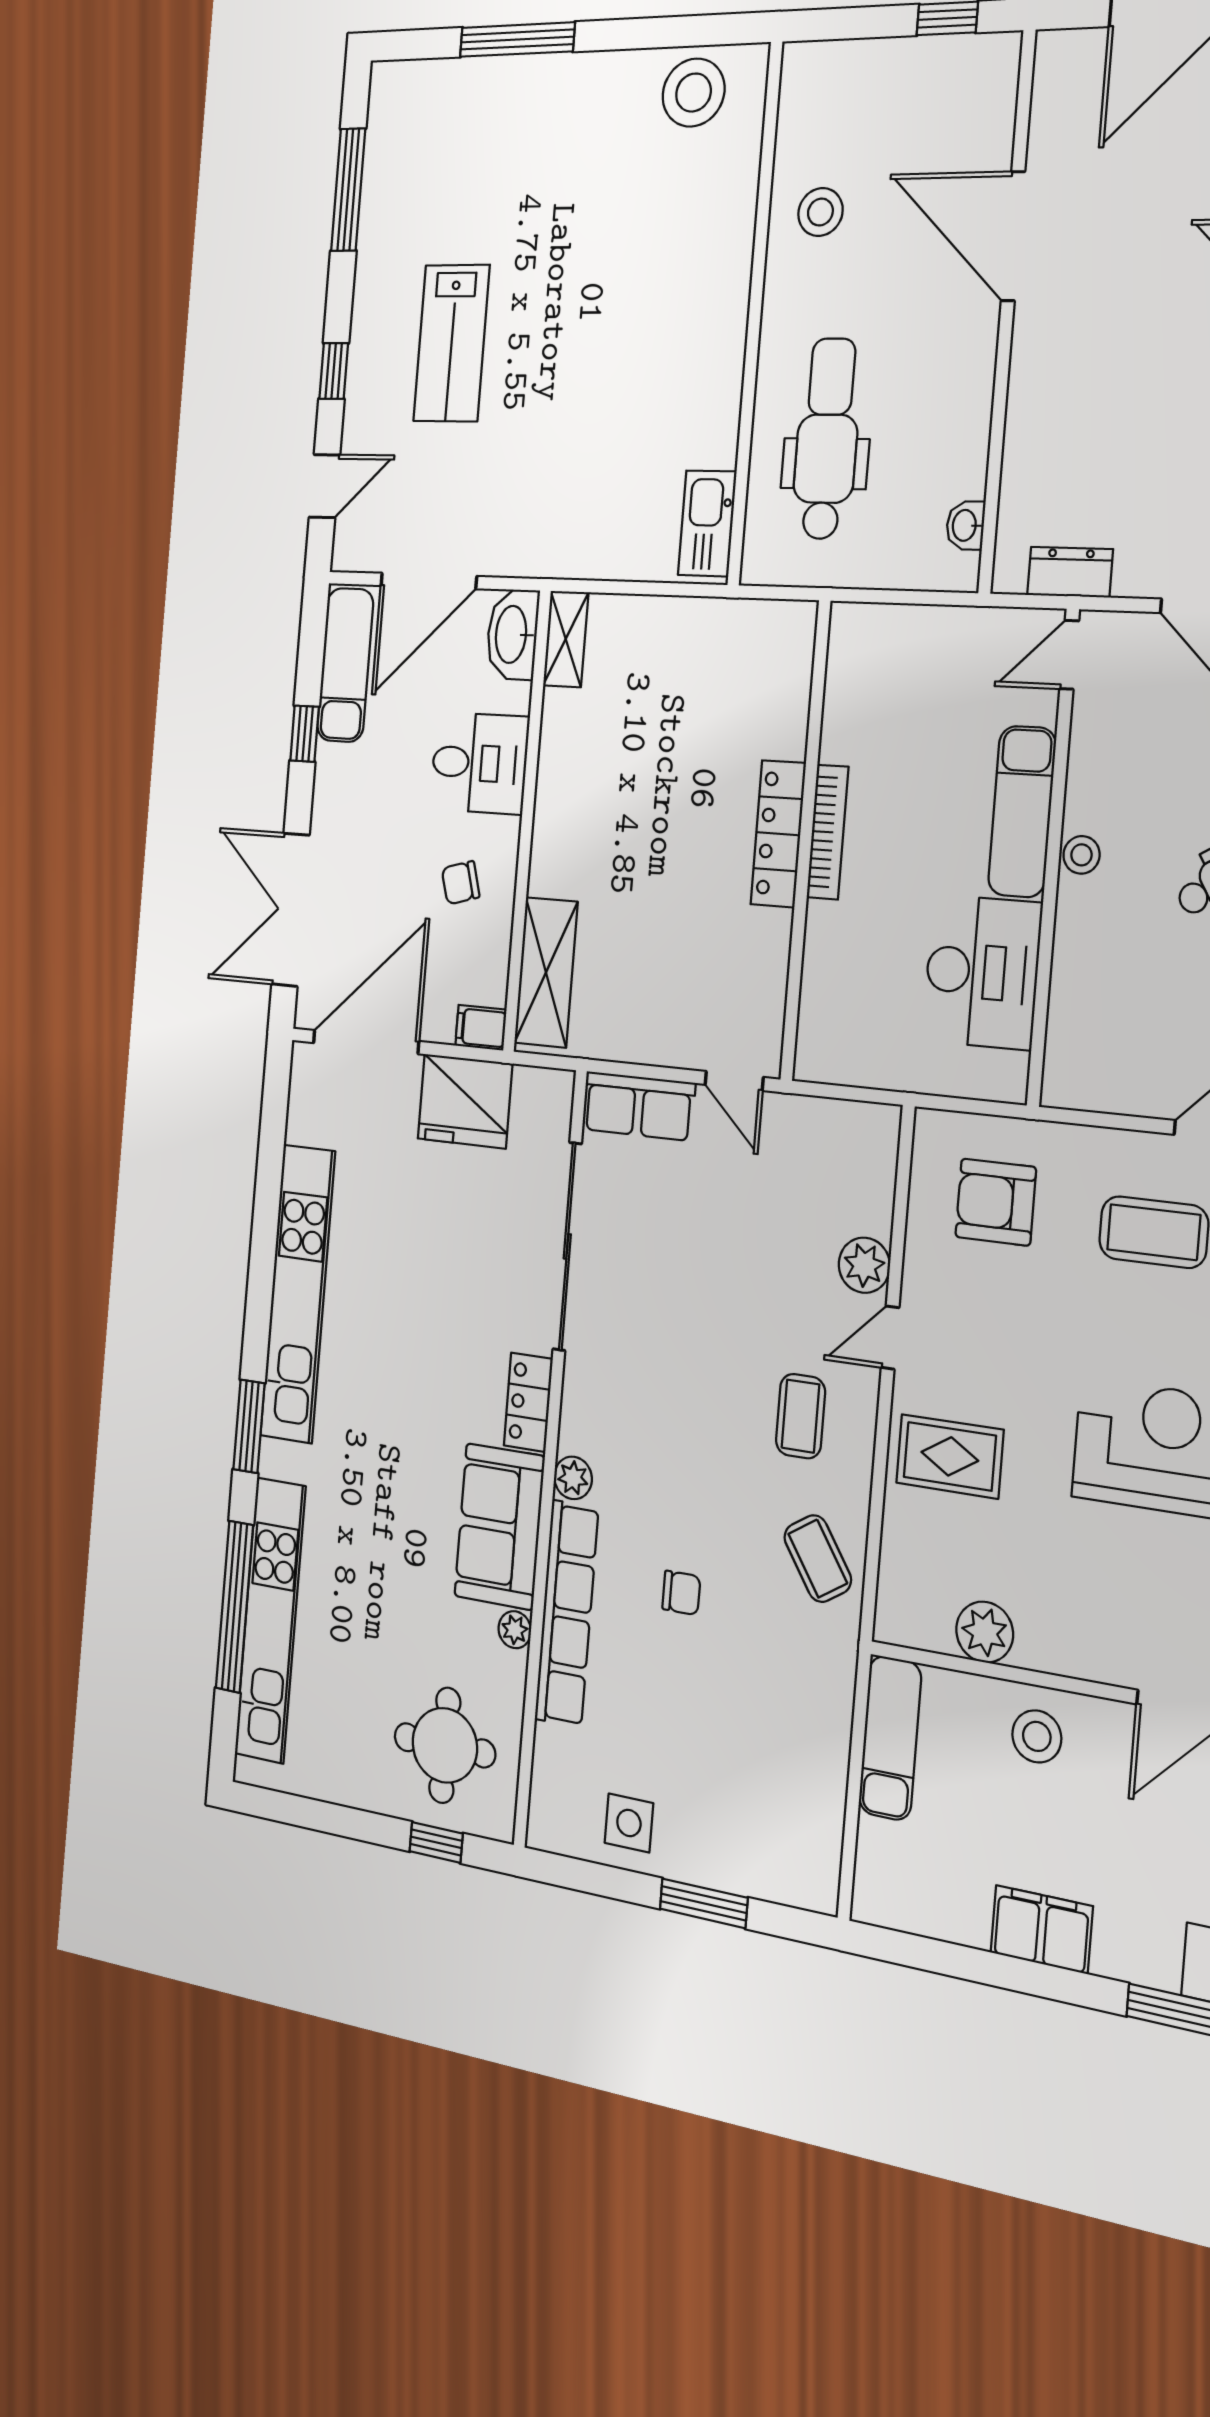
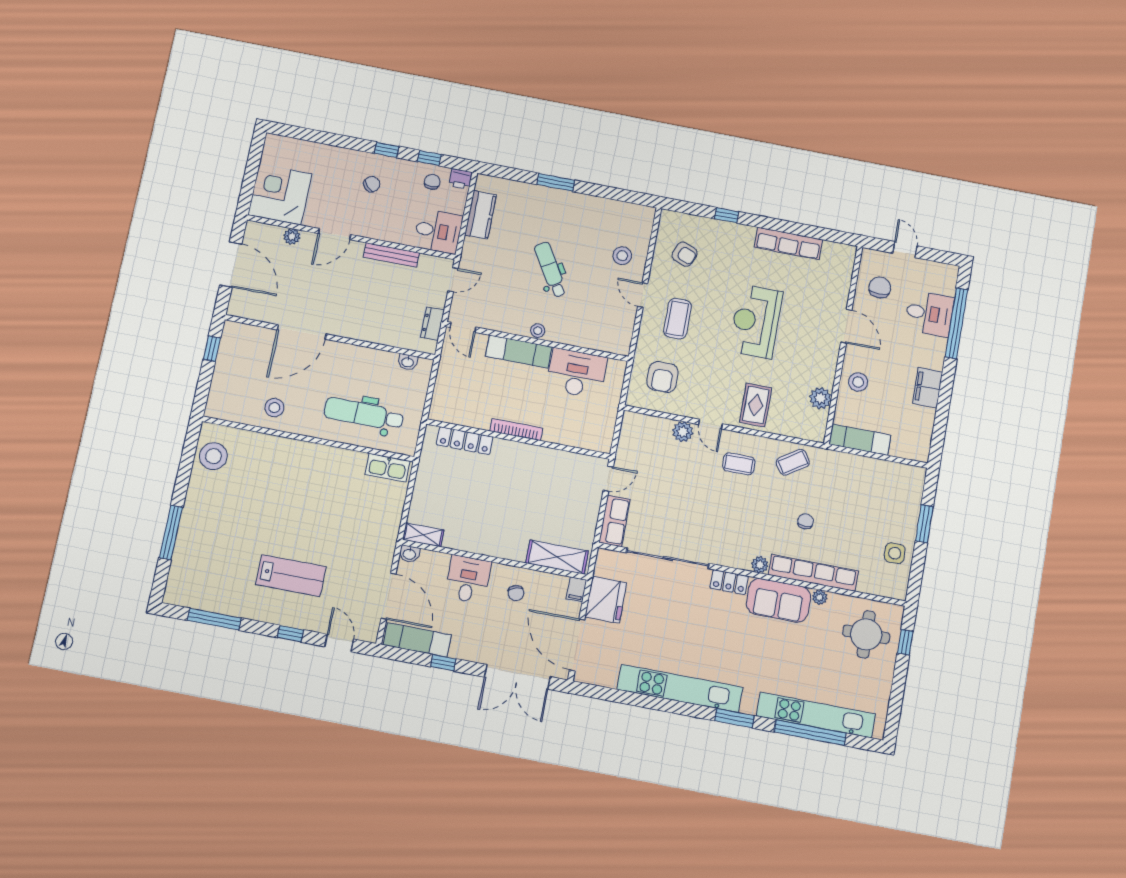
washbasin: (512, 634) -> (409, 554), width x0.52, depth x0.69
locker: (778, 834) -> (465, 441), moved

